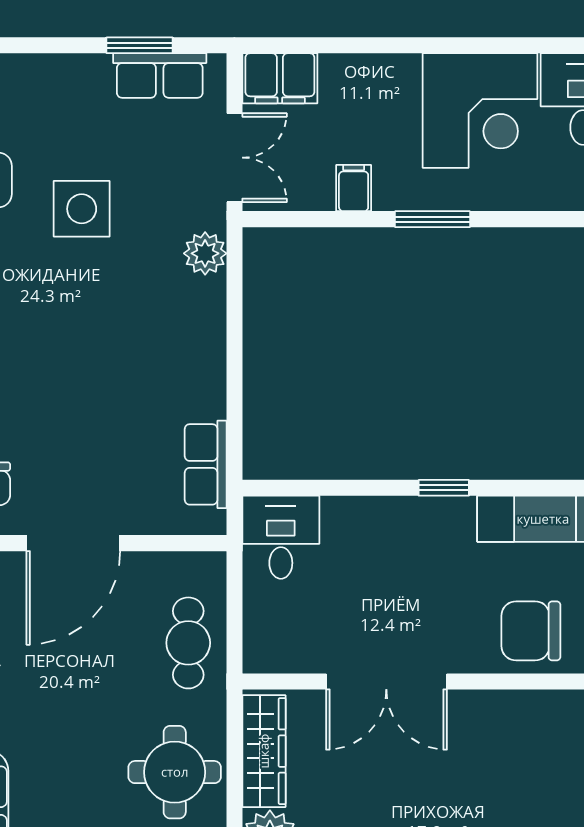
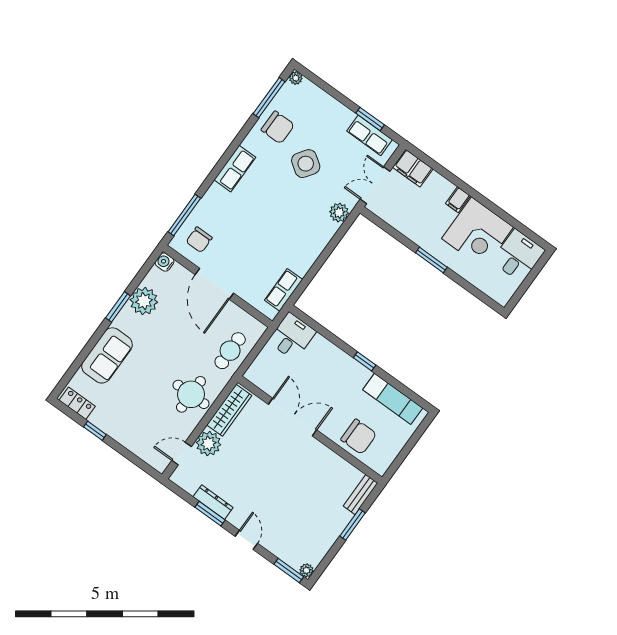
double door: (234, 158) -> (375, 185), swing flipped
filing cabinet: (354, 188) -> (458, 200), moved, turned 180
side table: (82, 209) -> (306, 164), turned 35
door: (73, 543) -> (214, 284), hinge flipped
chair: (531, 631) -> (359, 437), turned 180
double door: (386, 681) -> (292, 417), swing flipped

